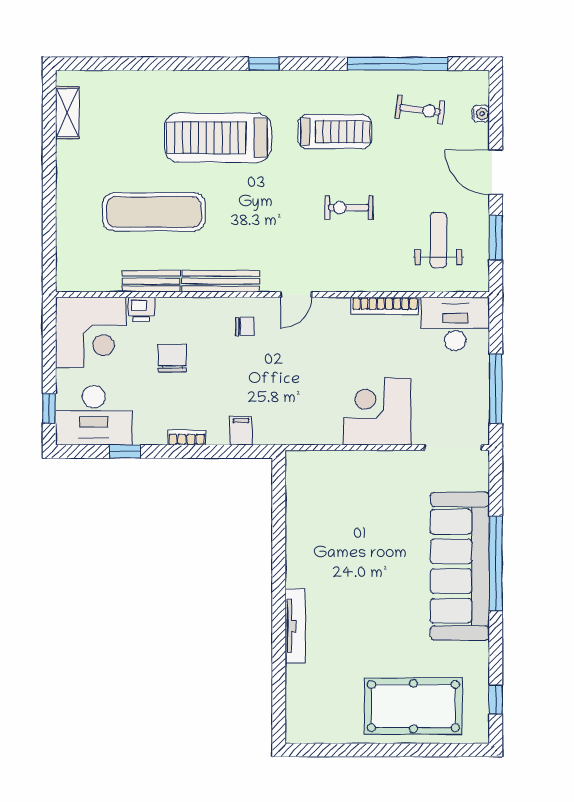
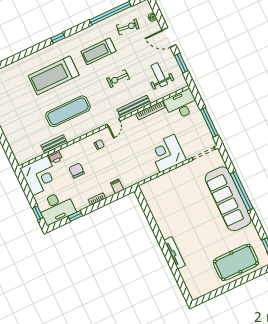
treadmill: (335, 132) -> (98, 51), turned 180
exercise mat: (154, 212) -> (68, 111), moved
bench: (221, 281) -> (134, 106), moved

